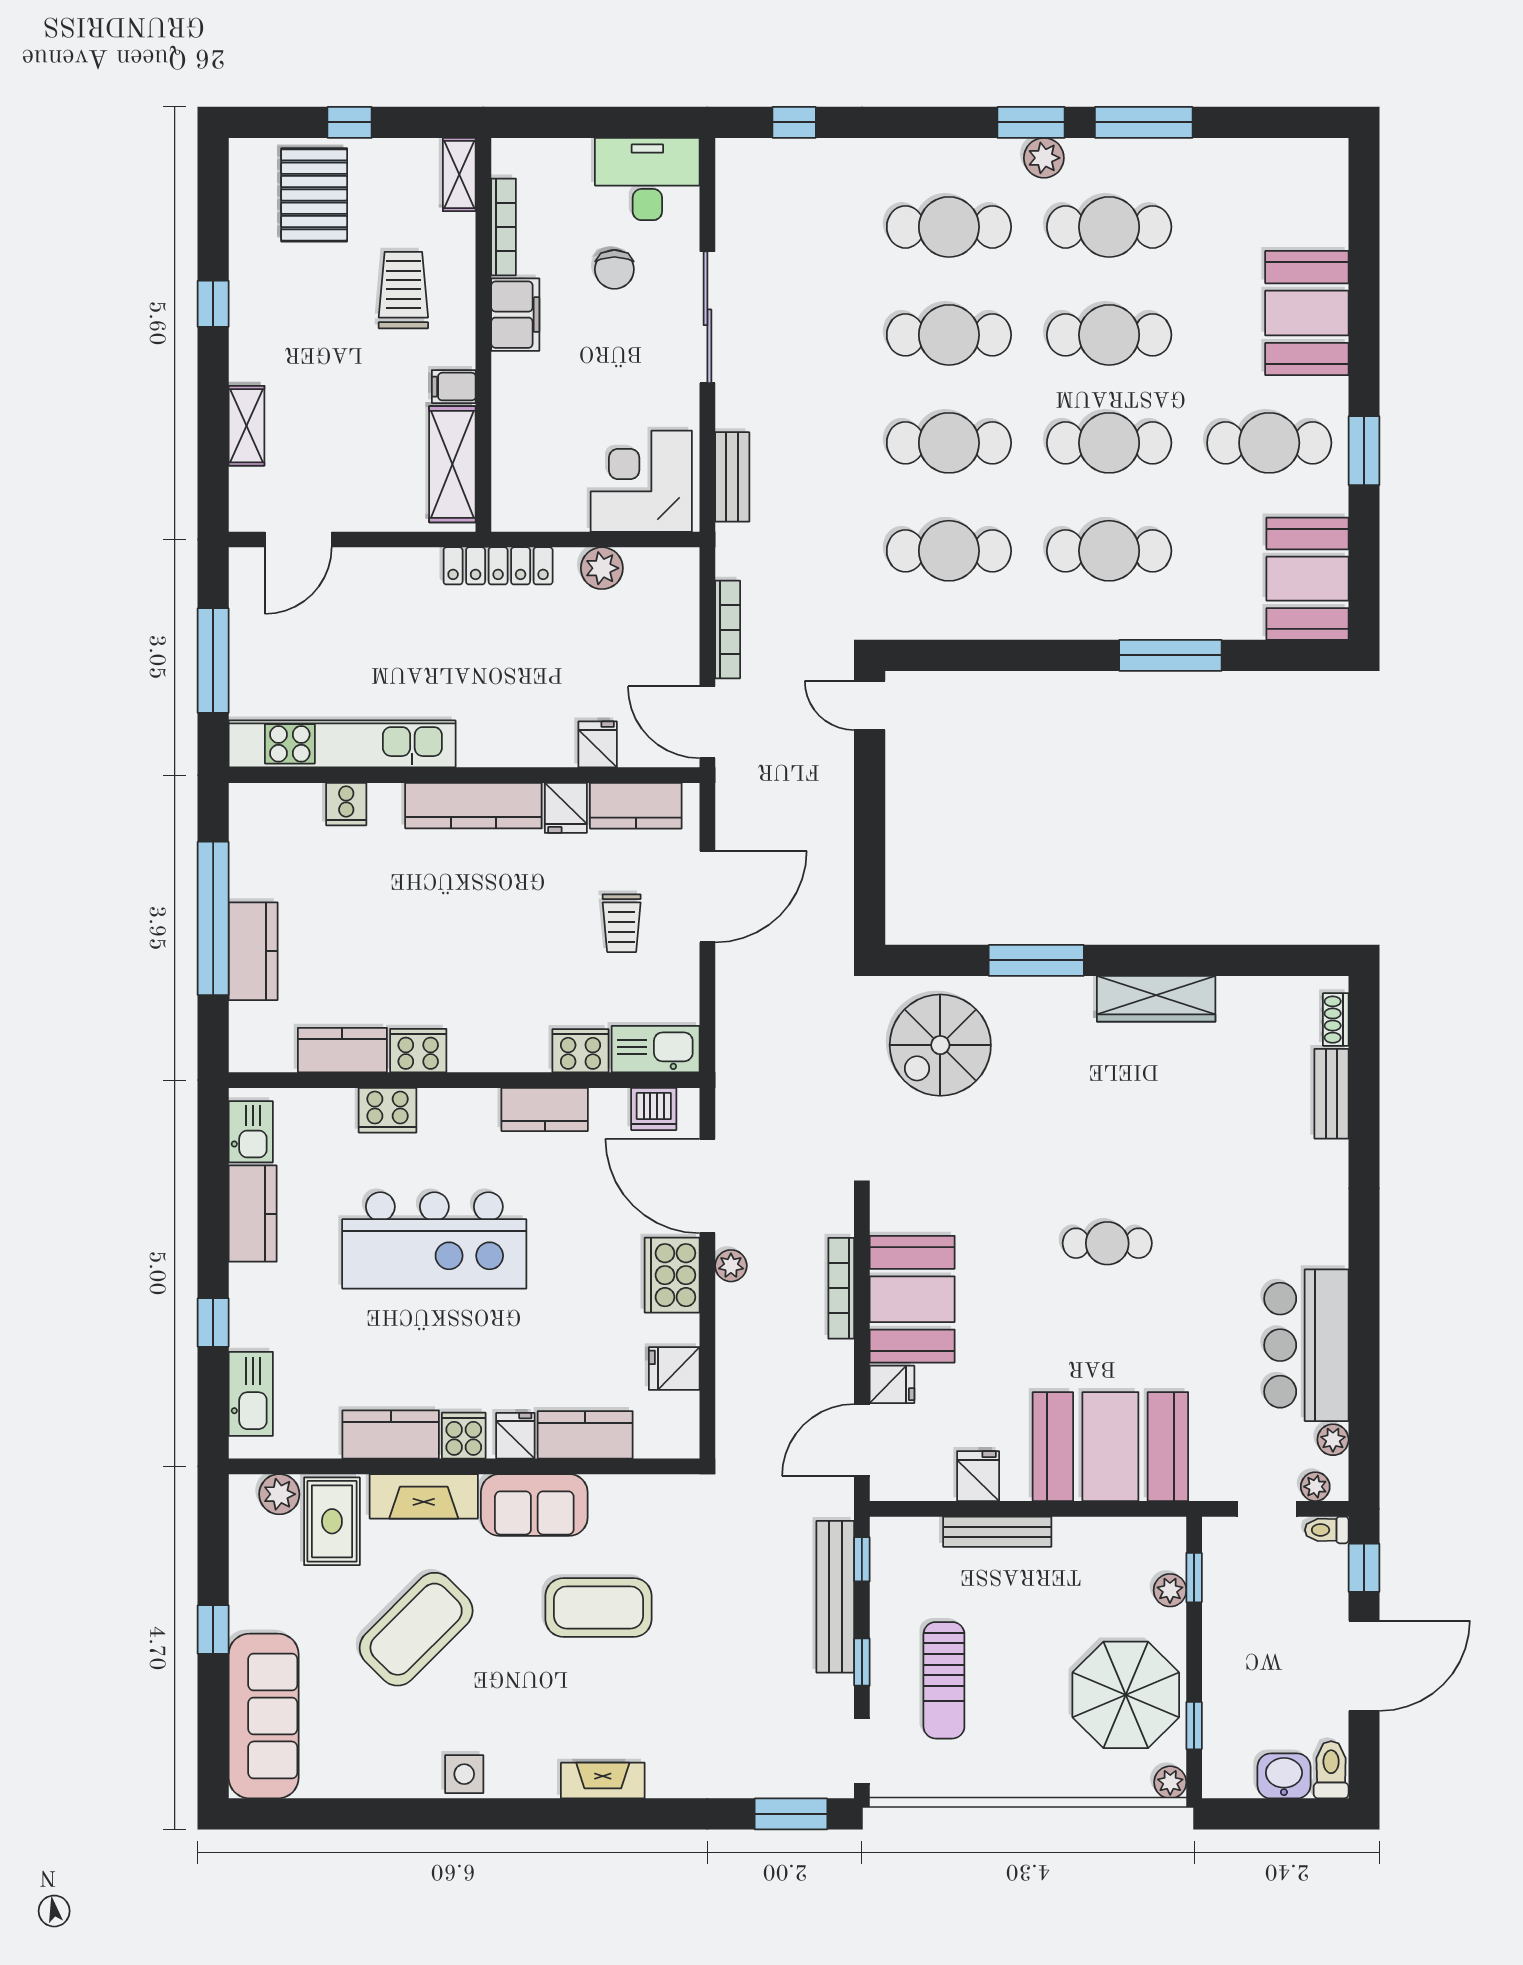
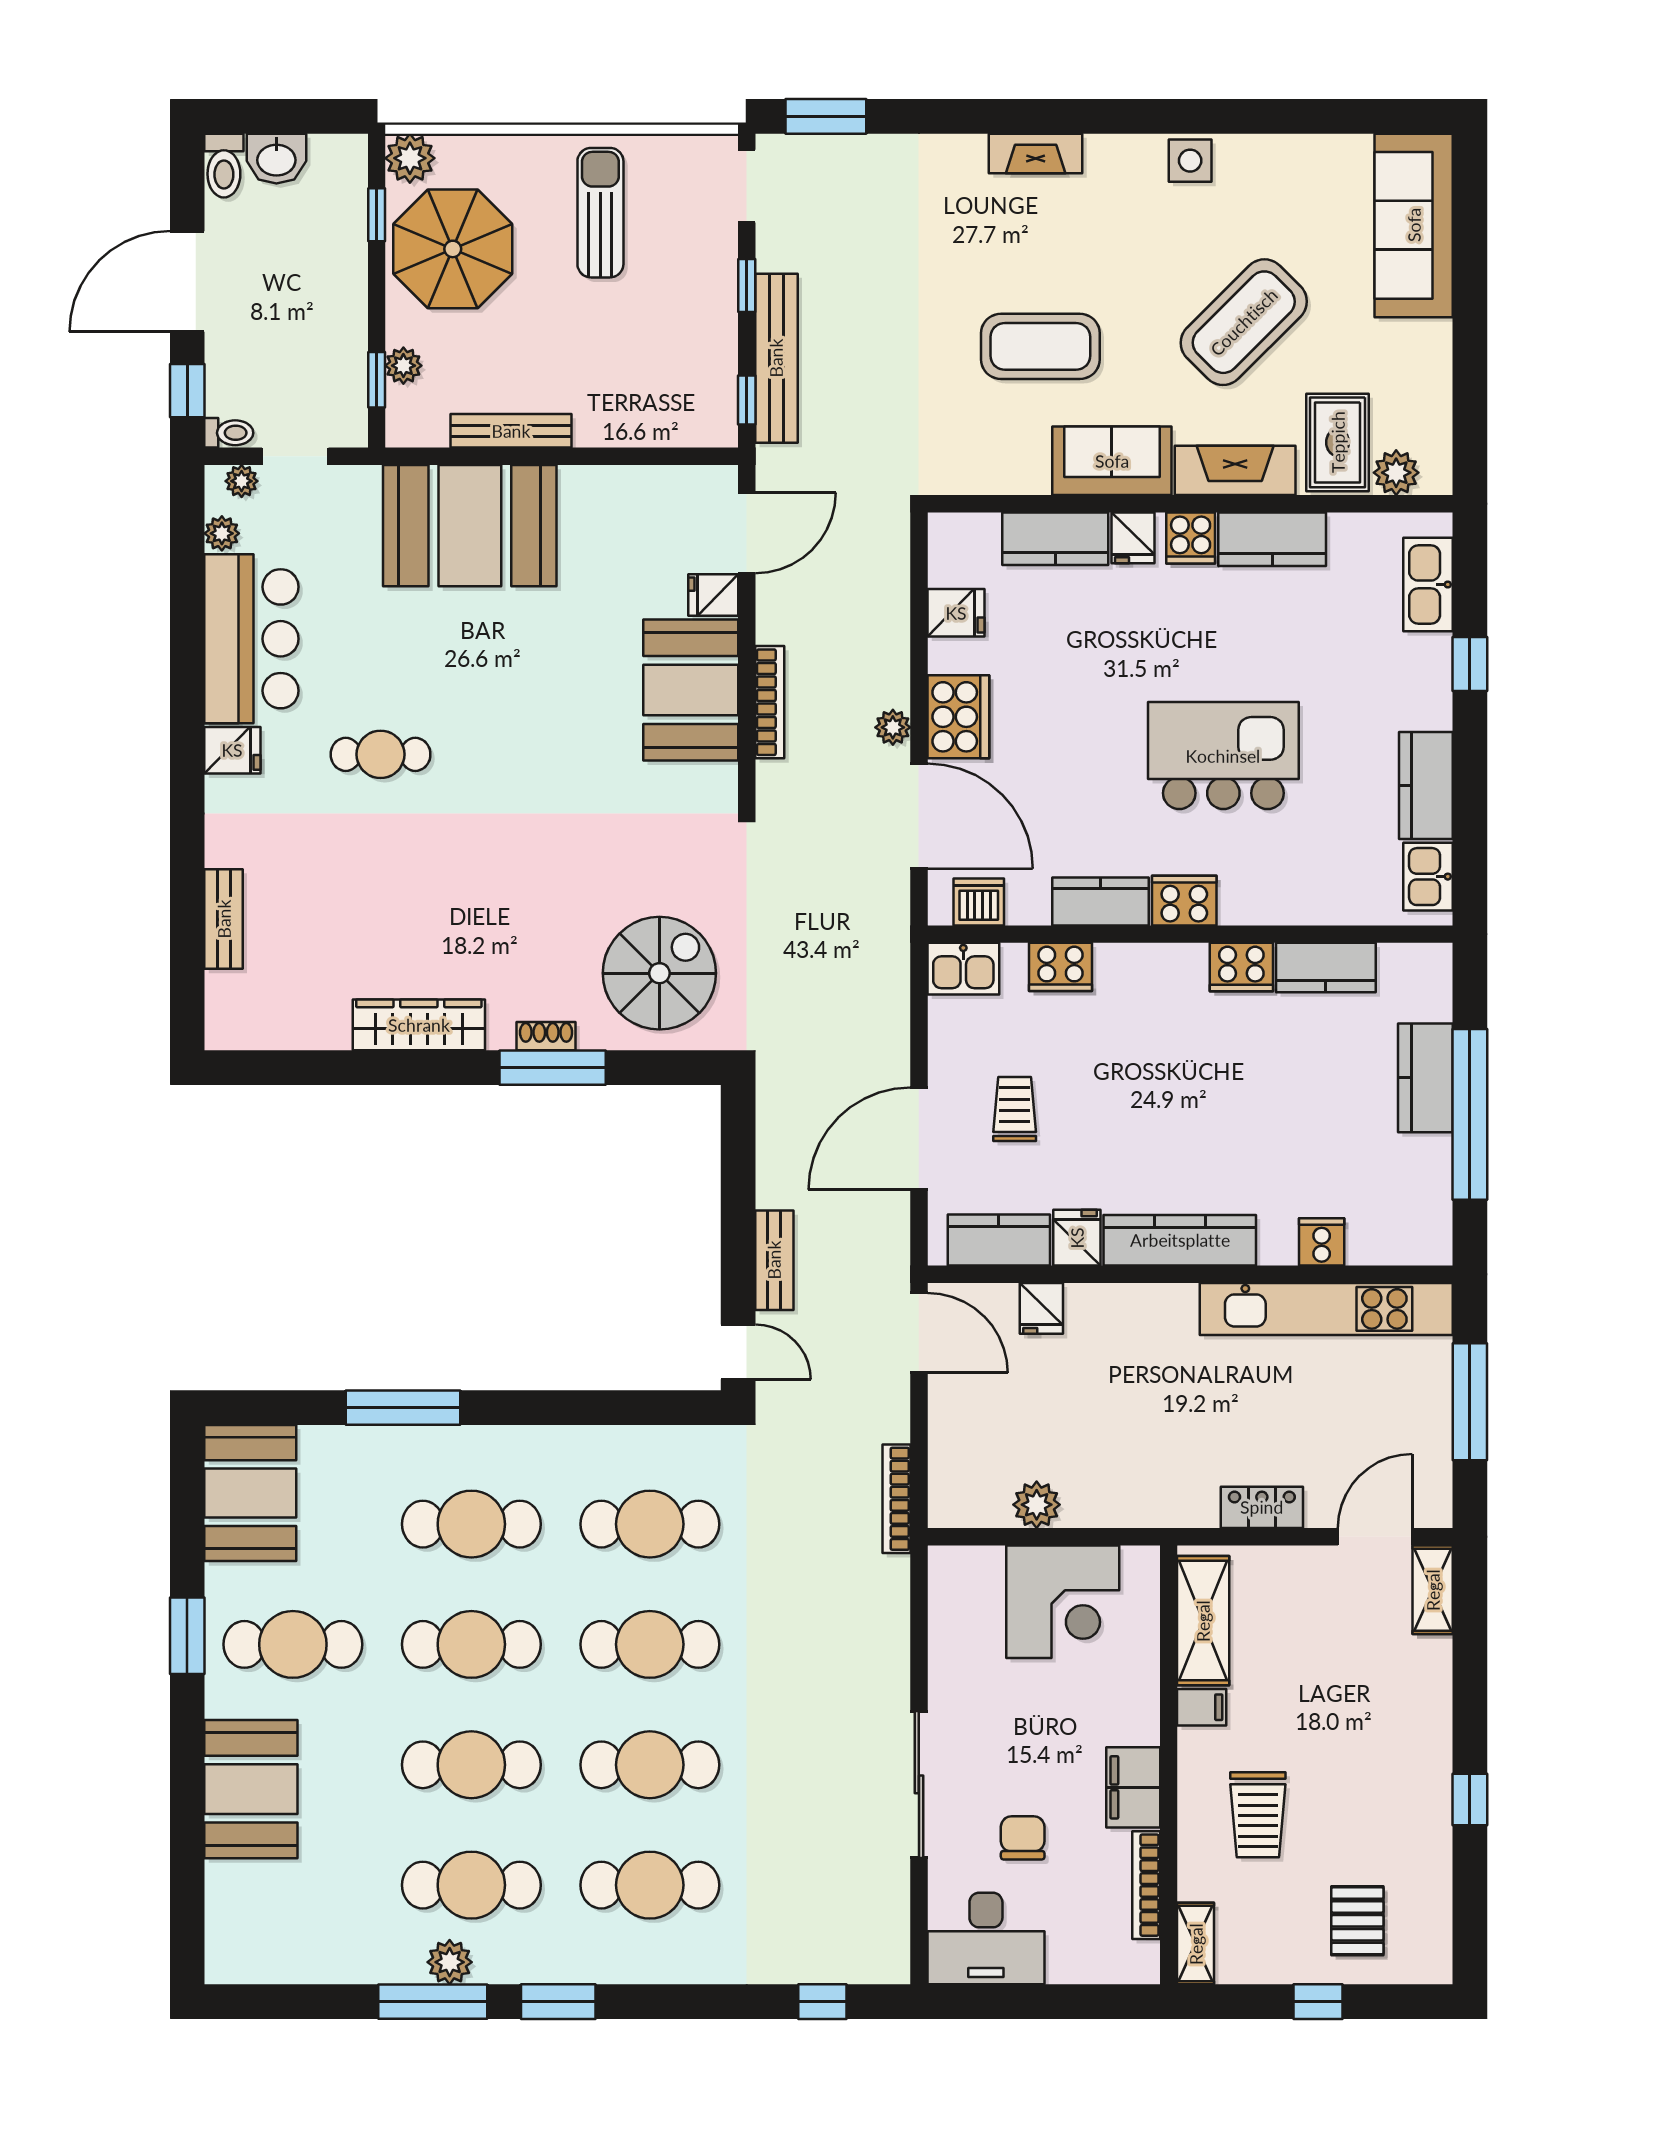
plant: (1044, 158) -> (450, 1962), moved
pallet: (314, 195) -> (1357, 1921), width x0.67, depth x0.71
shelving: (247, 426) -> (1433, 1590), moved
bench: (732, 477) -> (774, 1260), moved
corner desk: (641, 481) -> (1063, 1602), moved
locker: (498, 566) -> (1262, 1507), moved, width x0.66
bookcase: (728, 630) -> (896, 1499), moved
shoe rack: (1336, 1020) -> (546, 1036), moved, turned -90
kitchen sink: (656, 1049) -> (963, 969), width x0.73
cooker: (388, 1110) -> (1184, 901), moved
kitchen island: (434, 1240) -> (1223, 756), width x0.73
cafe table: (1107, 1243) -> (381, 754), moved
fridge: (978, 1476) -> (232, 750), moved, turned -90
bench: (997, 1532) -> (511, 431), moved
window: (213, 1630) -> (1470, 322), removed
sun lounger: (944, 1680) -> (600, 213), moved
plant: (1170, 1782) -> (410, 158), width x1.38, depth x1.38

